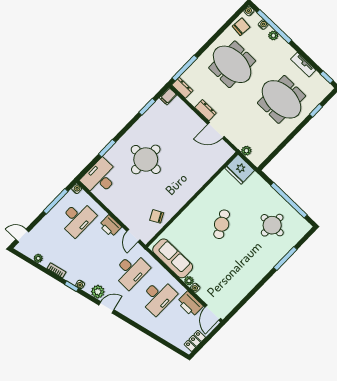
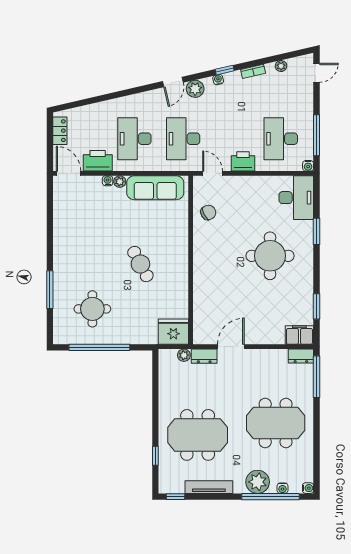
chair: (241, 27) -> (301, 466), removed
plant: (273, 35) -> (258, 482), width x1.87, depth x1.87
tv unit: (303, 65) -> (209, 487), width x1.41
filing cabinet: (168, 96) -> (299, 335), width x2.00
dresser: (206, 110) -> (204, 356), moved

